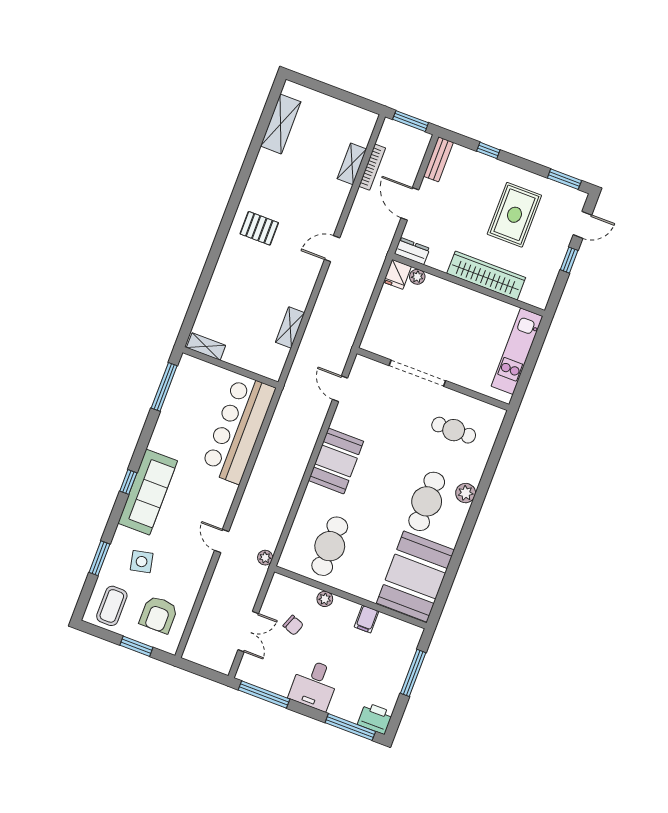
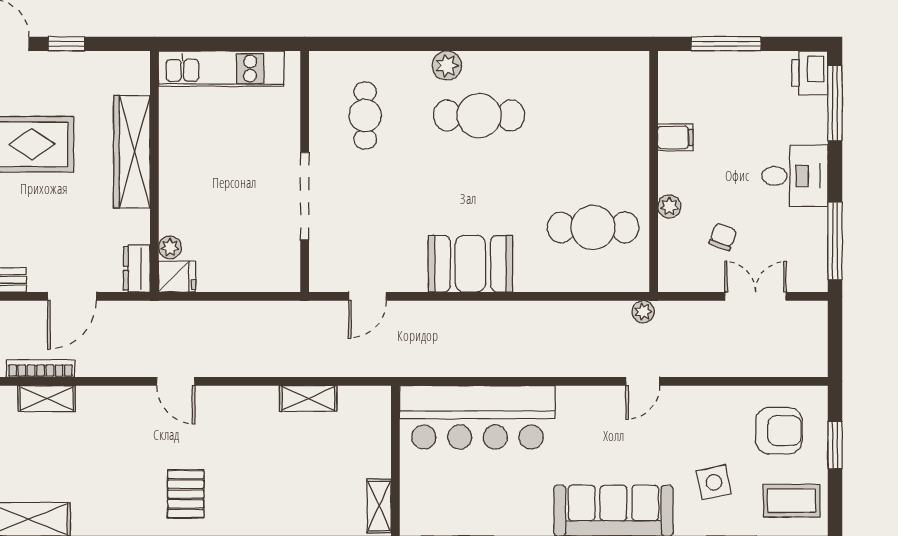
booth: (415, 577) -> (590, 92), removed

